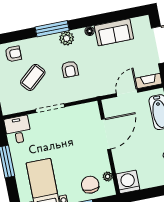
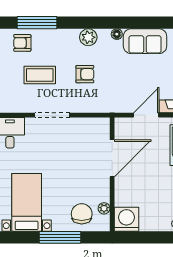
window: (52, 29) -> (37, 23), moved
armchair: (13, 54) -> (22, 43), turned 180
armchair: (70, 69) -> (85, 74), turned -90
coffee table: (33, 77) -> (40, 75), turned 41

